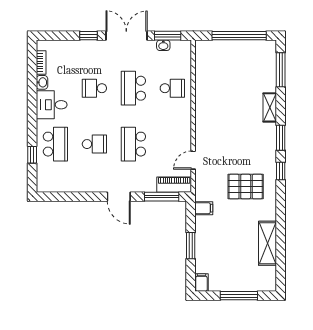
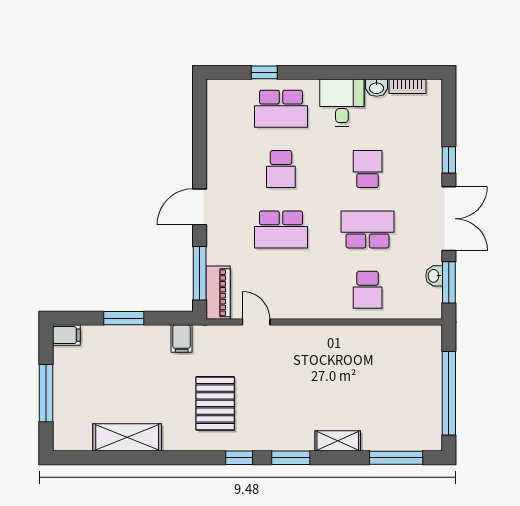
school desk: (133, 144) -> (281, 229), turned 180

